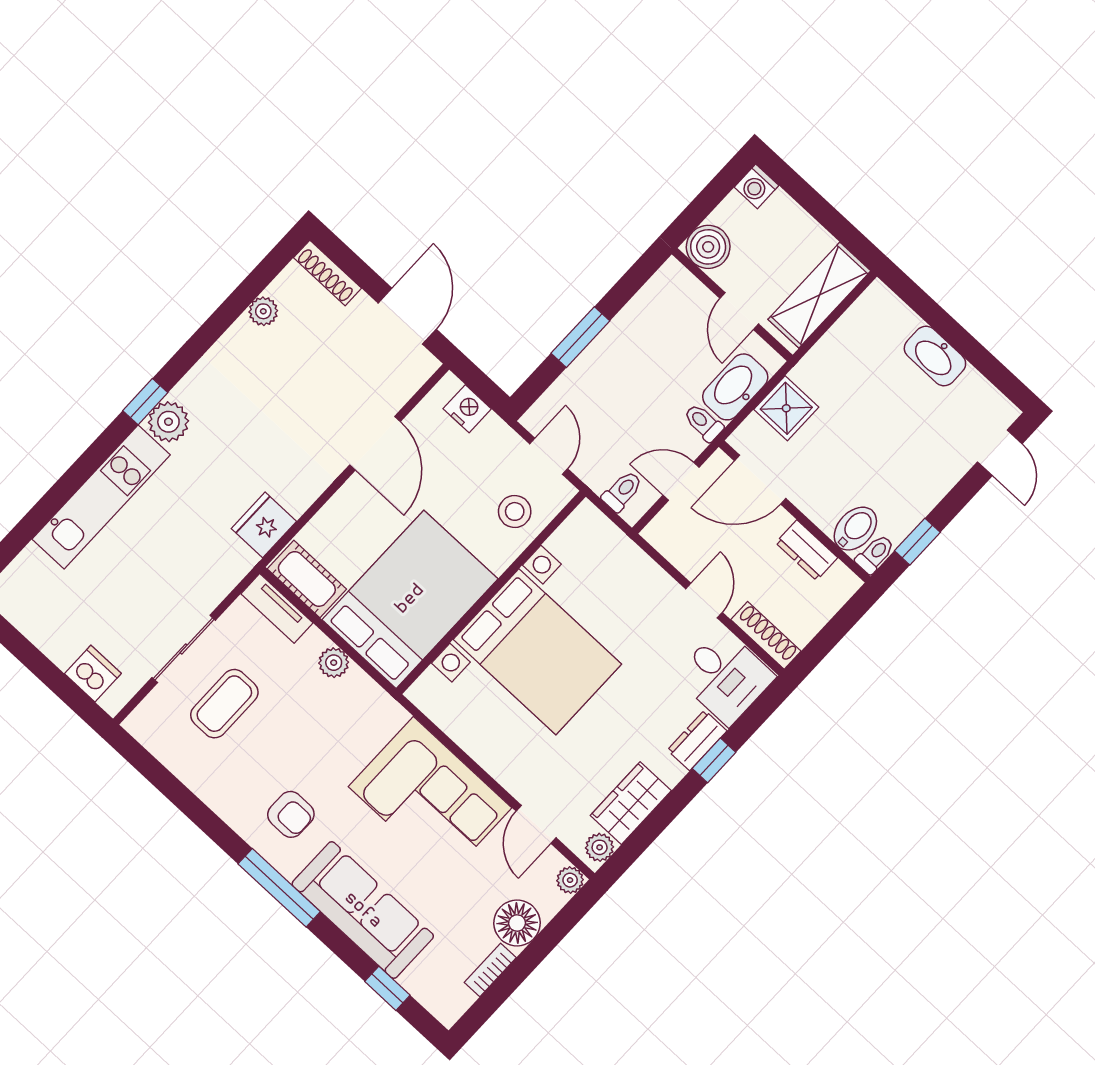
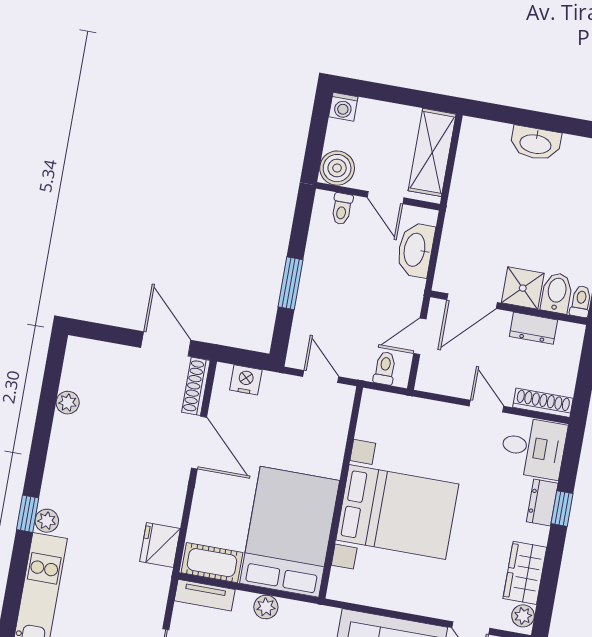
shoe rack: (328, 273) -> (196, 386), moved, turned 90
shower: (786, 408) -> (523, 288), moved
plant: (168, 422) -> (47, 521), width x0.73, depth x0.73
toilet: (703, 423) -> (342, 209), moved, turned -90
stool: (515, 511) -> (322, 428), removed

